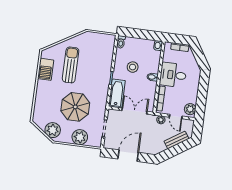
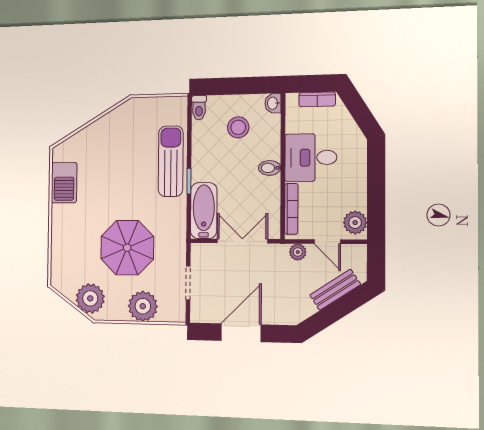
sun lounger: (71, 65) -> (171, 161), moved
stool: (133, 67) -> (238, 127), moved

